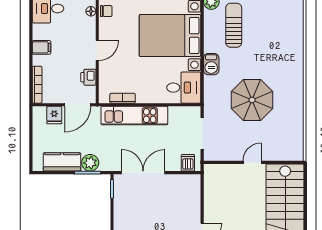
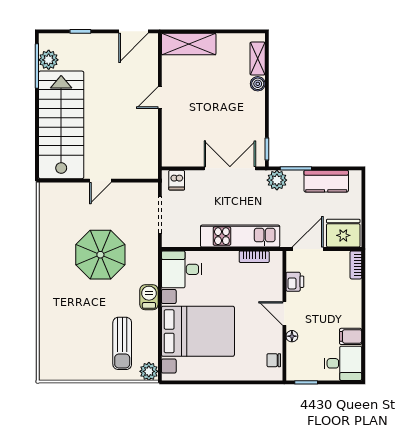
floor lamp: (91, 11) -> (292, 336), moved
filing cabinet: (41, 47) -> (351, 336), moved
door: (97, 50) -> (284, 313), hinge flipped
bookcase: (37, 85) -> (356, 265), width x0.64
fridge: (54, 115) -> (343, 233), width x1.88, depth x1.34
plant: (90, 163) -> (277, 180), moved
double door: (143, 173) -> (230, 168), swing flipped

